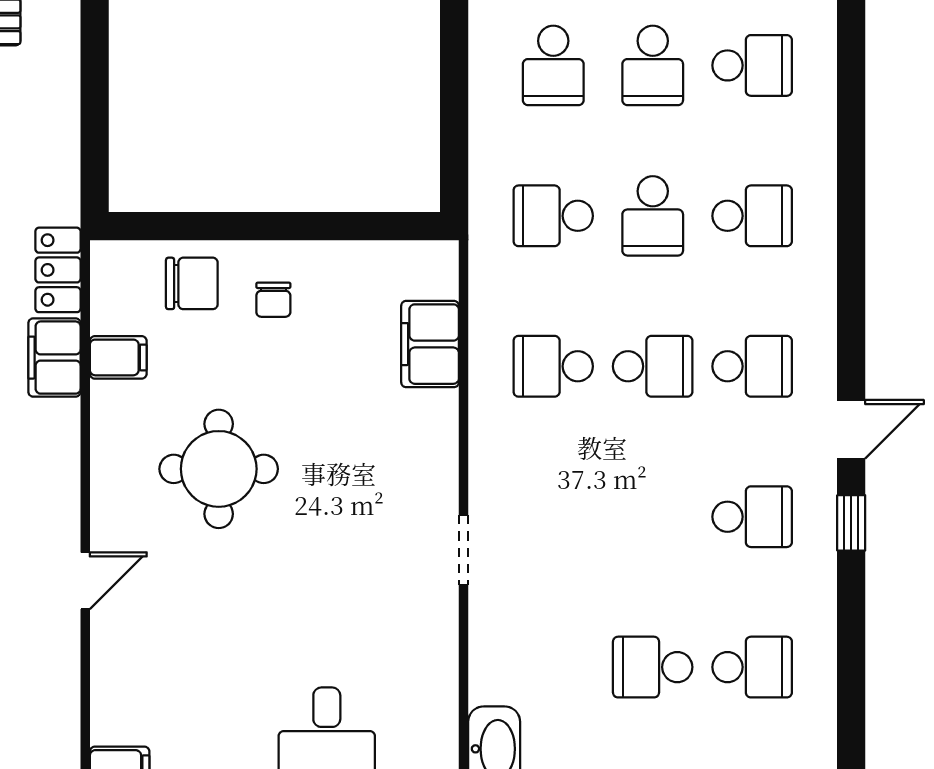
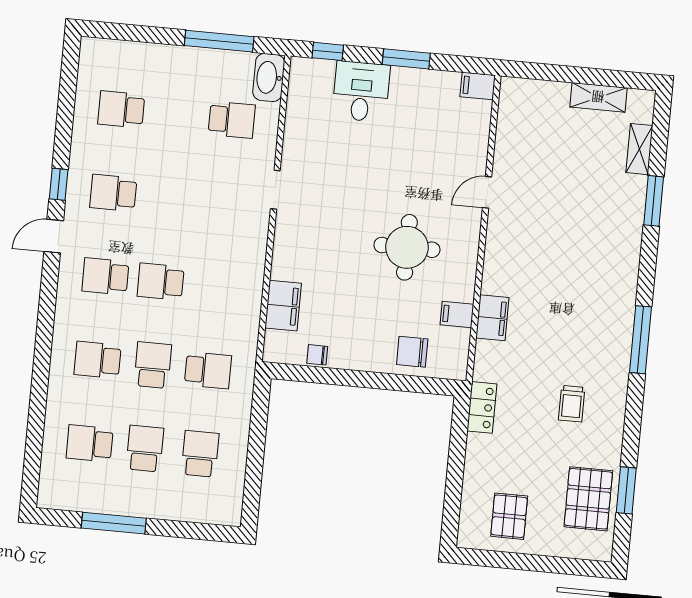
locker: (58, 270) -> (482, 407), moved
chair: (273, 300) -> (317, 355), moved, turned -90
school desk: (553, 366) -> (216, 287), removed
school desk: (653, 667) -> (232, 120), moved

